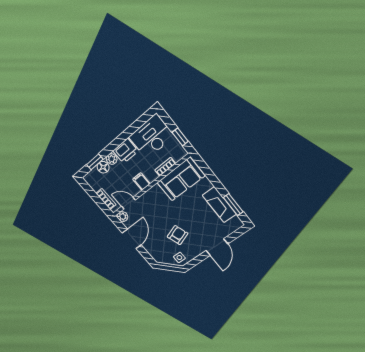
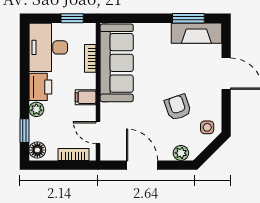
floor lamp: (103, 167) -> (37, 150), moved
sofa: (181, 179) -> (117, 63), width x1.36
door: (128, 203) -> (98, 133), hinge flipped
fireplace: (219, 205) -> (196, 33), moved
plant: (122, 217) -> (181, 153), moved

